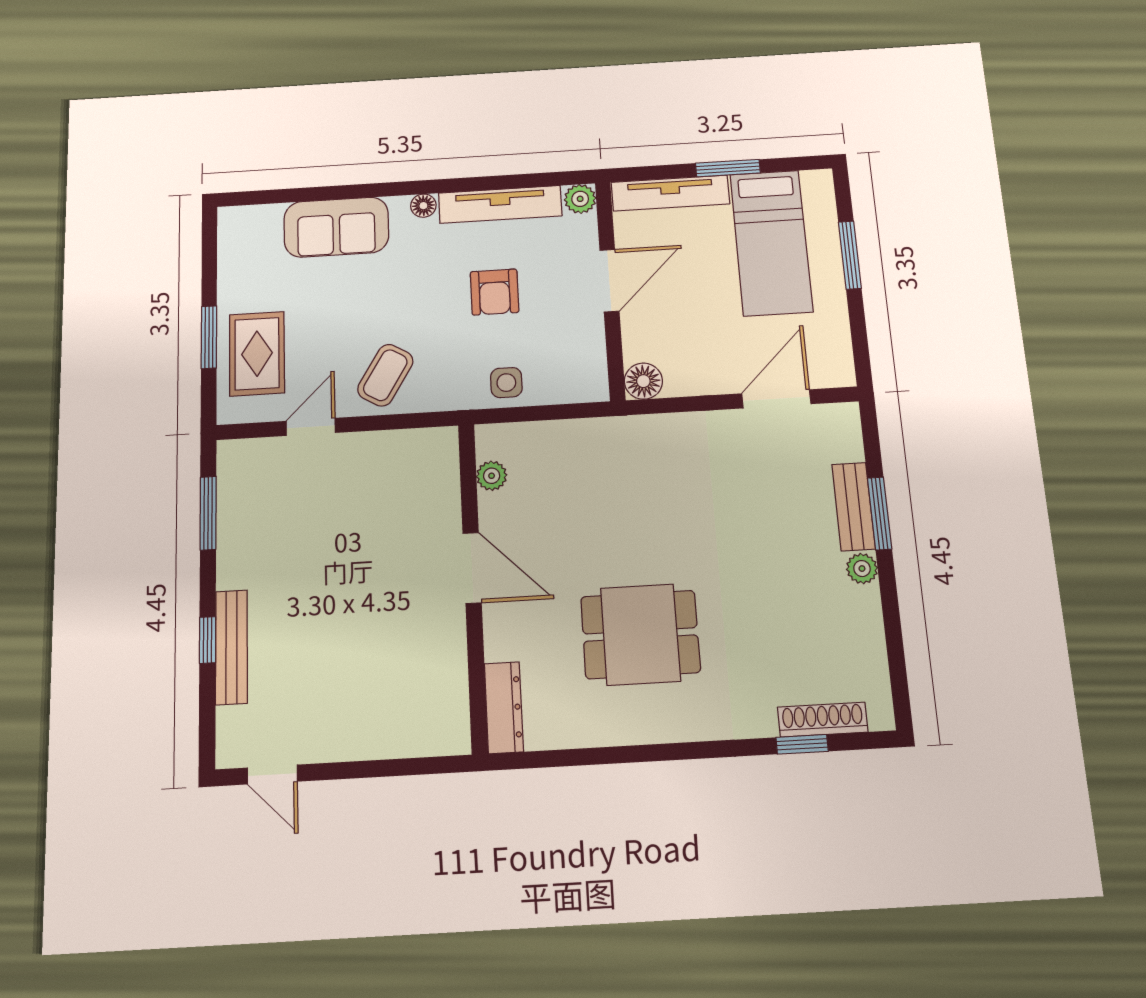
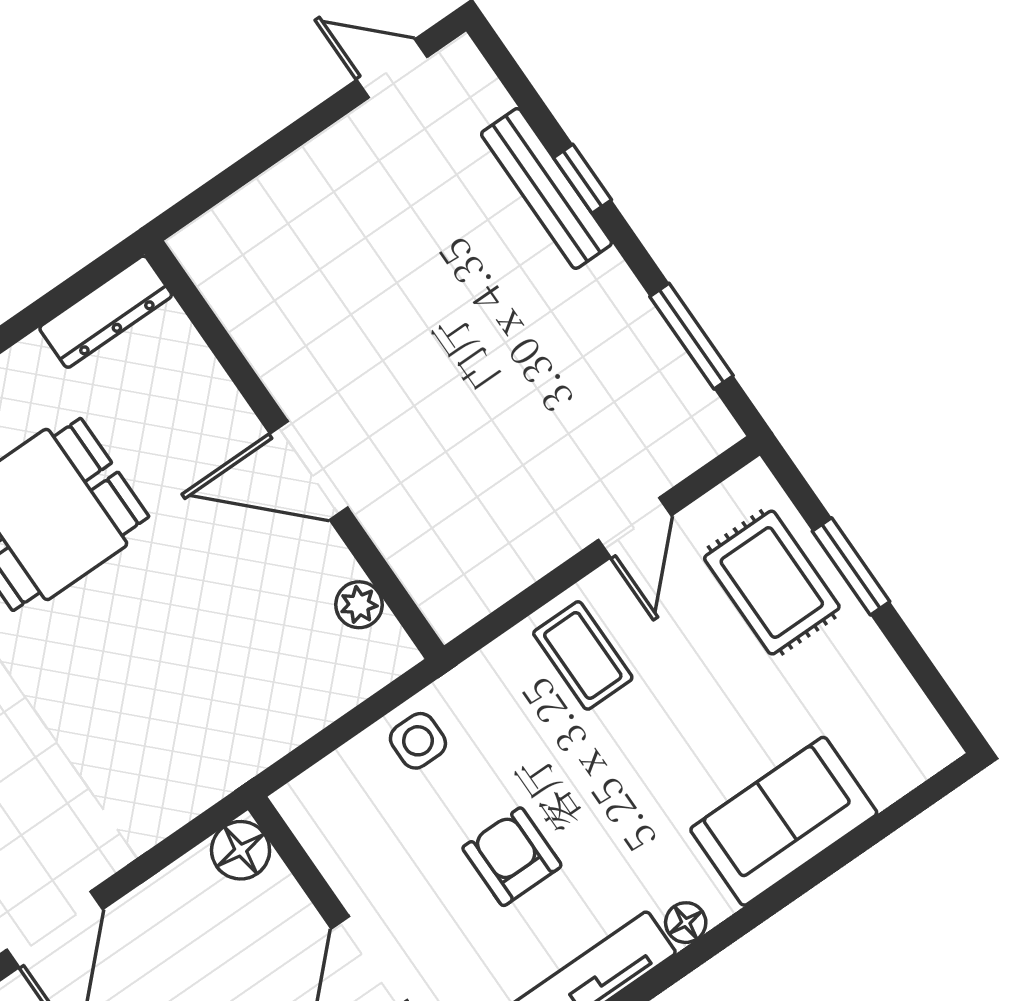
coffee table: (385, 375) -> (583, 655), turned -31
dresser: (504, 707) -> (106, 312), moved, turned -90

